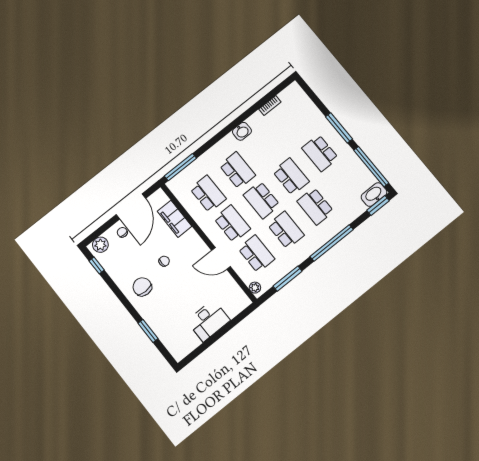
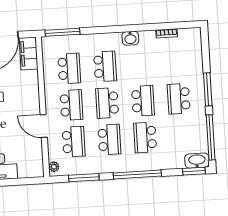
filing cabinet: (175, 219) -> (29, 53), moved

